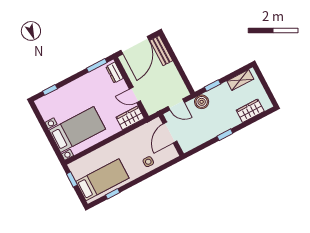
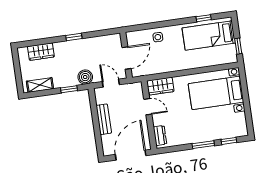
bench: (161, 51) -> (104, 119), moved
window: (97, 65) -> (203, 145), moved

